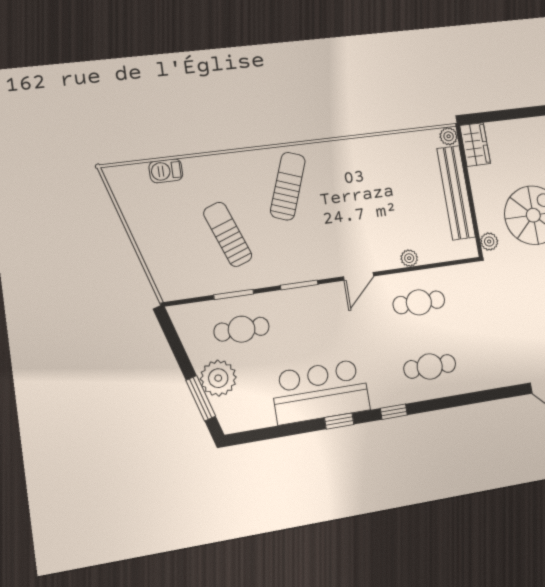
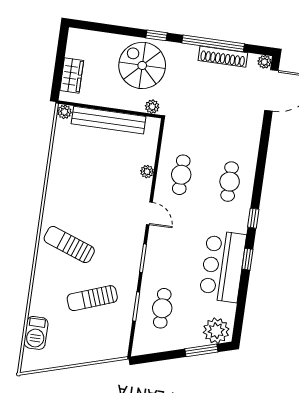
wardrobe: (475, 145) -> (72, 75), moved, turned 90
barbecue: (166, 171) -> (36, 333), width x1.38, depth x1.27
plant: (218, 378) -> (216, 331), moved

